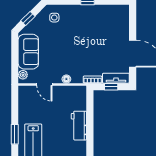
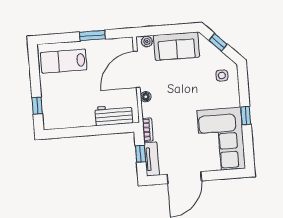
corner sofa: (105, 22) -> (221, 139), added
door: (44, 84) -> (137, 69), width x1.88
workbench: (79, 126) -> (114, 115), moved
window: (15, 134) -> (92, 36), moved

